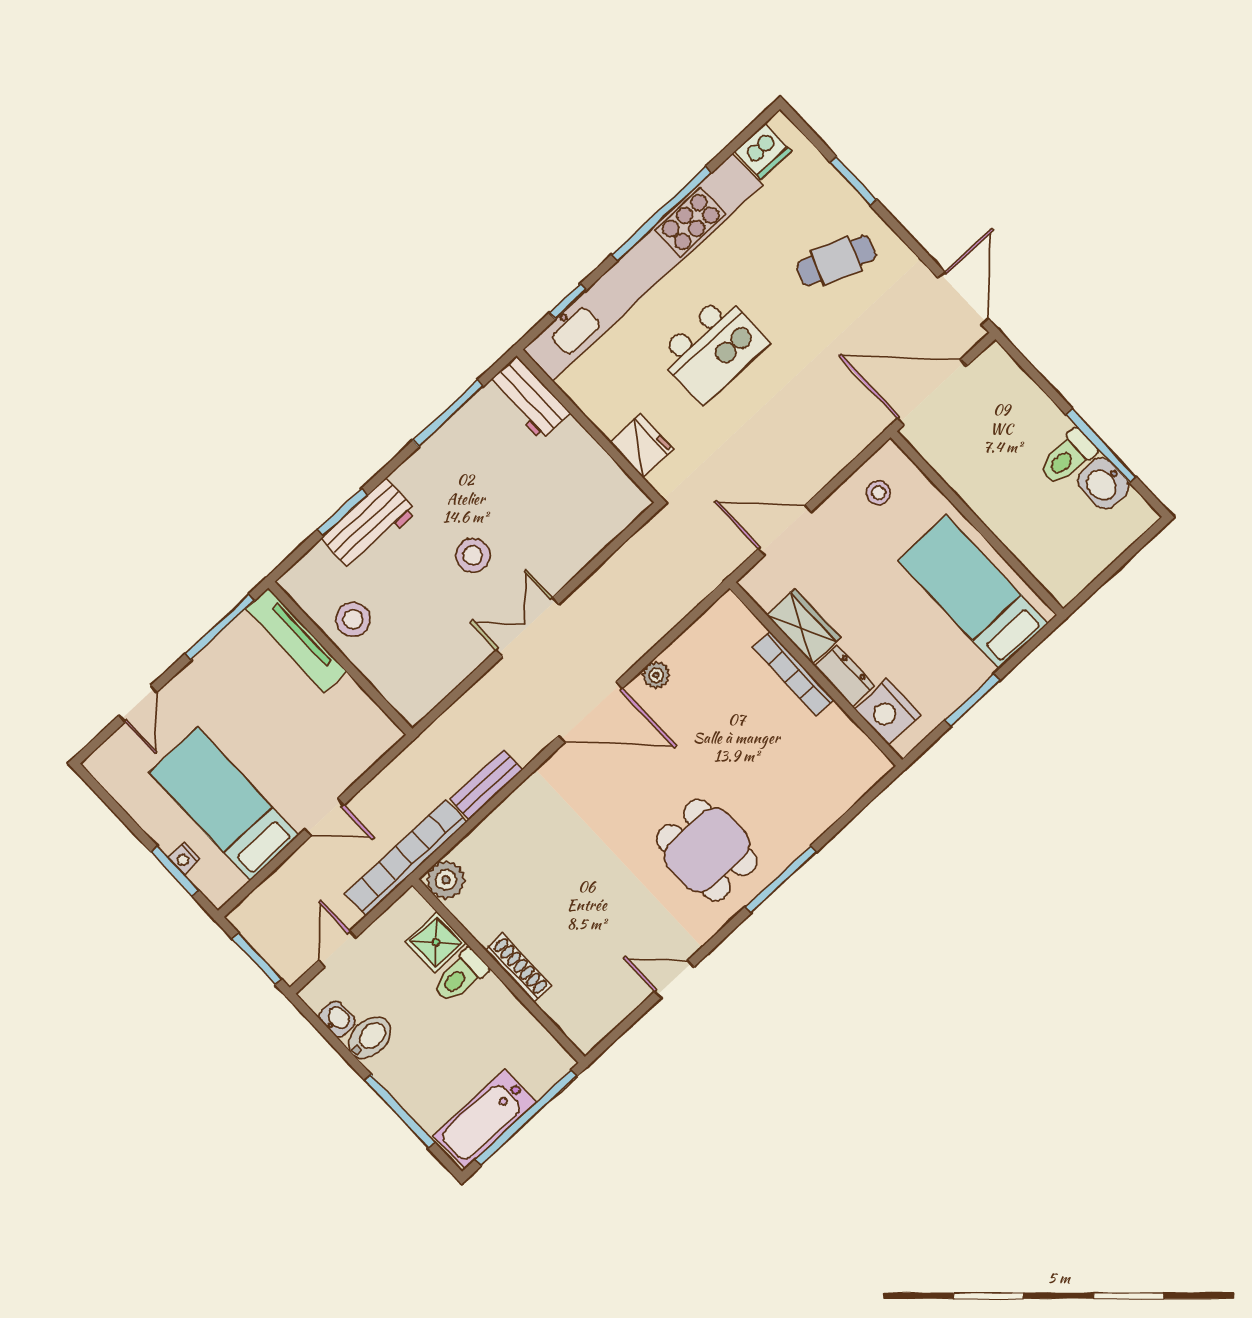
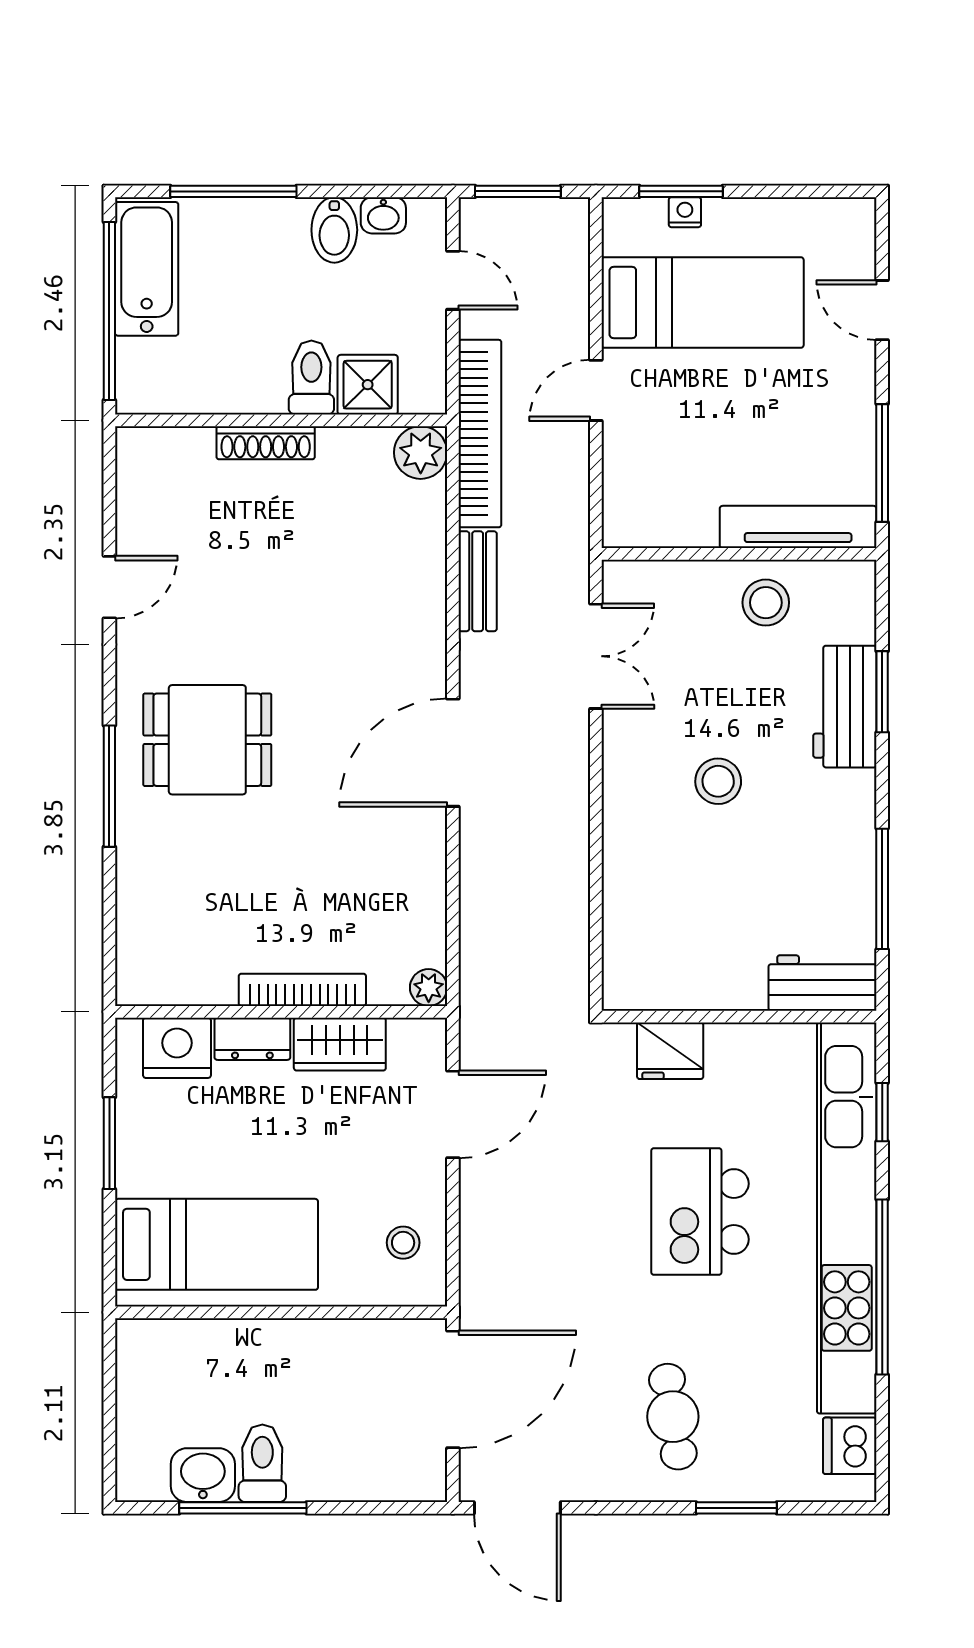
cafe table: (836, 261) -> (673, 1417), turned -30
double door: (527, 627) -> (596, 656), moved
plant: (656, 675) -> (429, 988), moved

